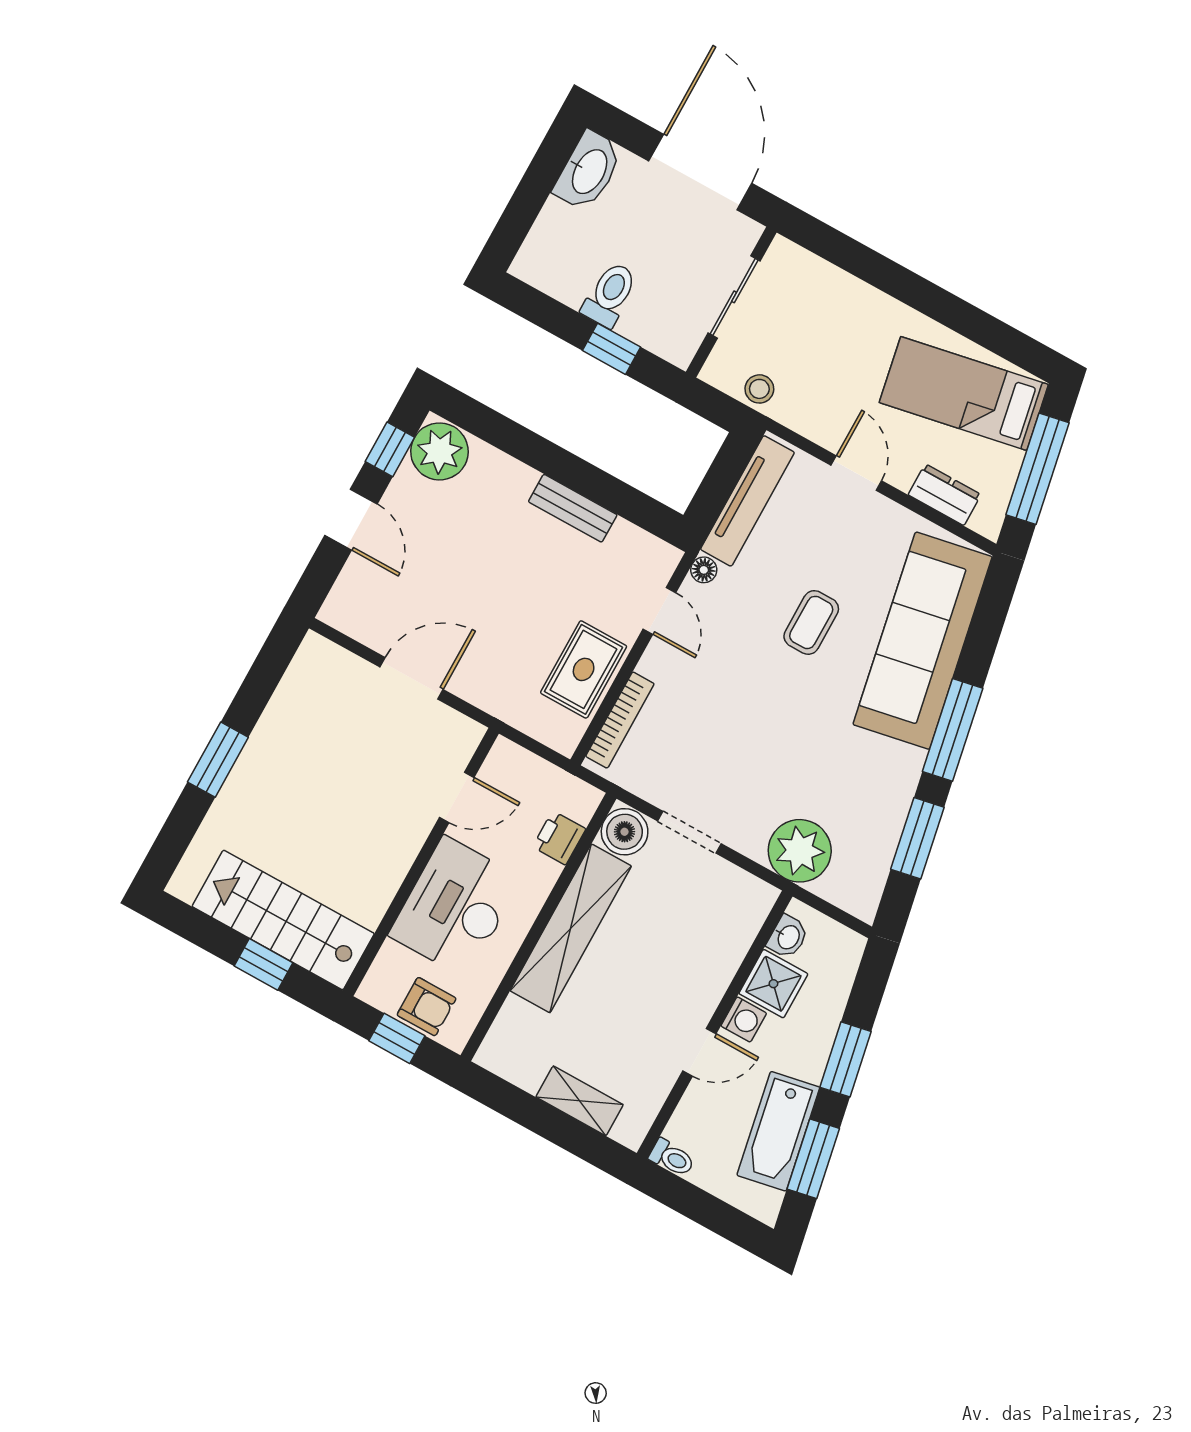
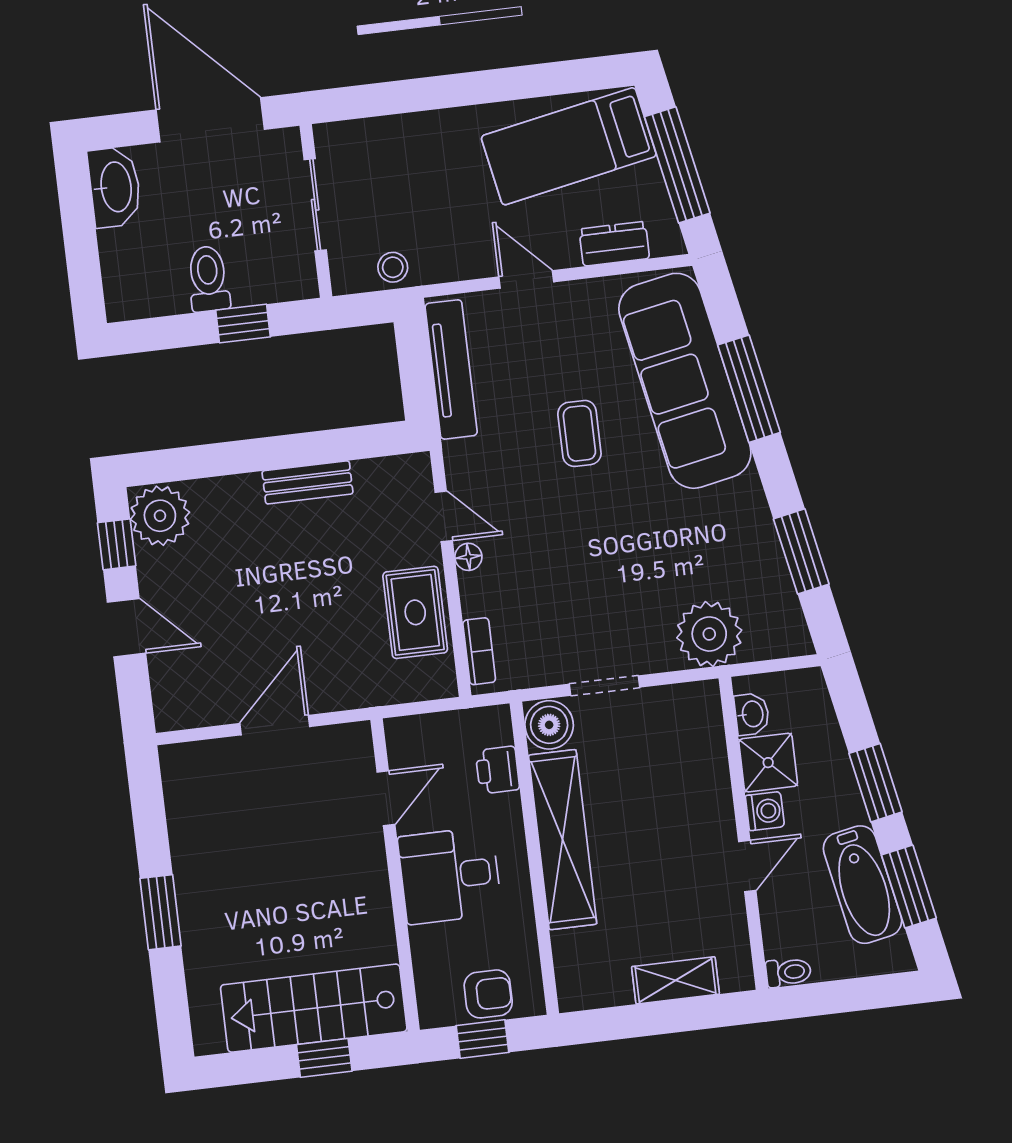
floor lamp: (704, 570) -> (468, 557), moved
bookcase: (620, 720) -> (479, 651), width x0.64
window: (953, 730) -> (749, 389), moved
desk: (455, 907) -> (450, 875), width x0.73

